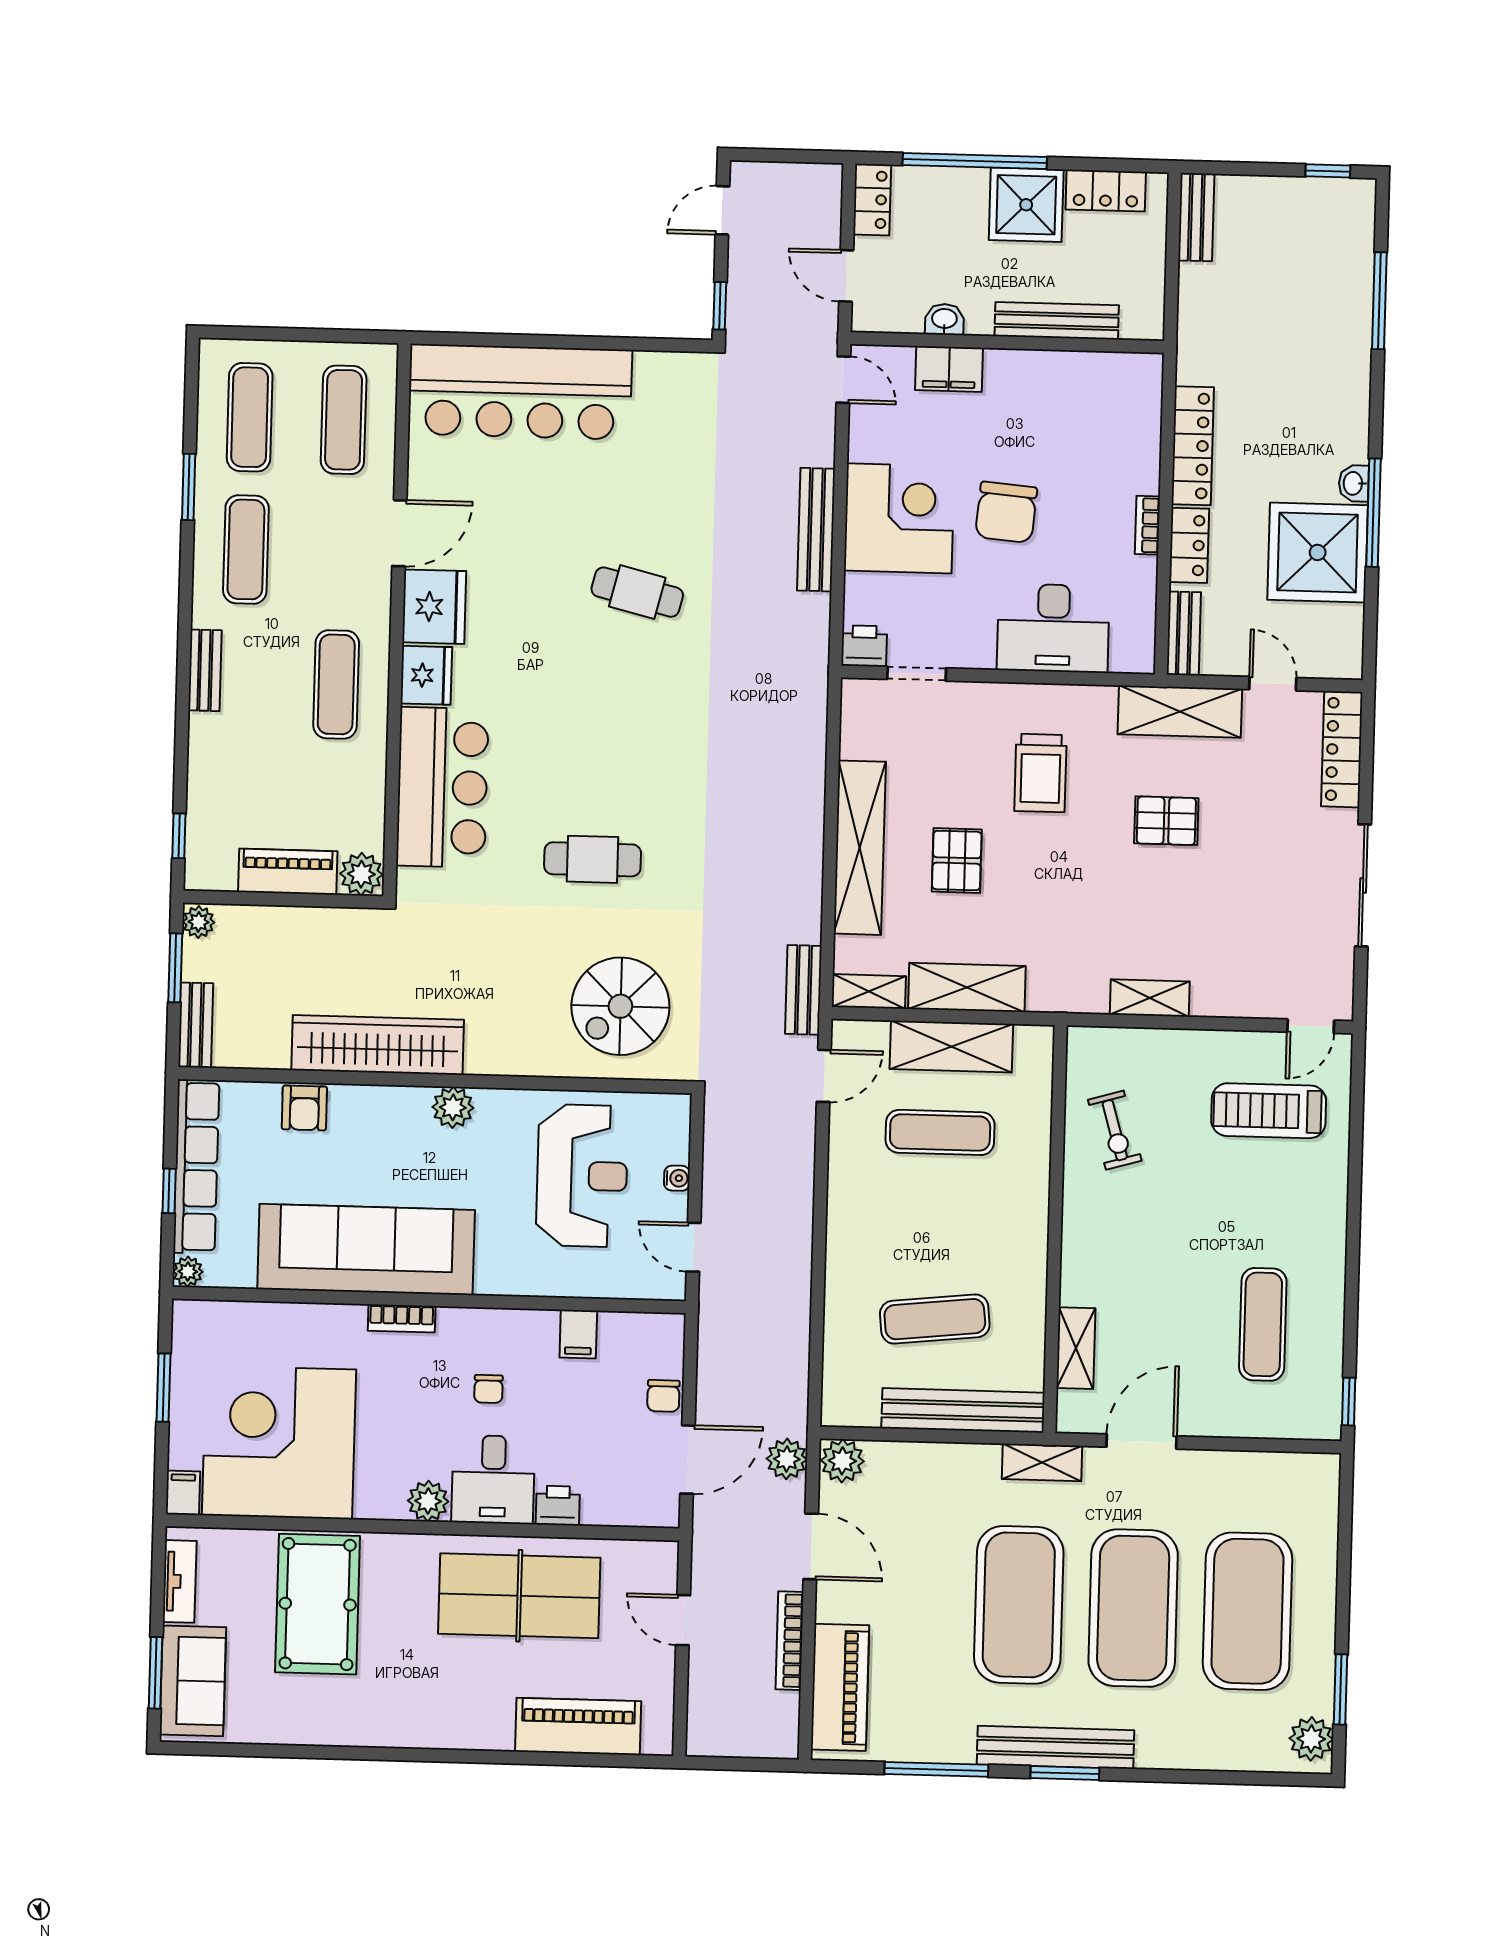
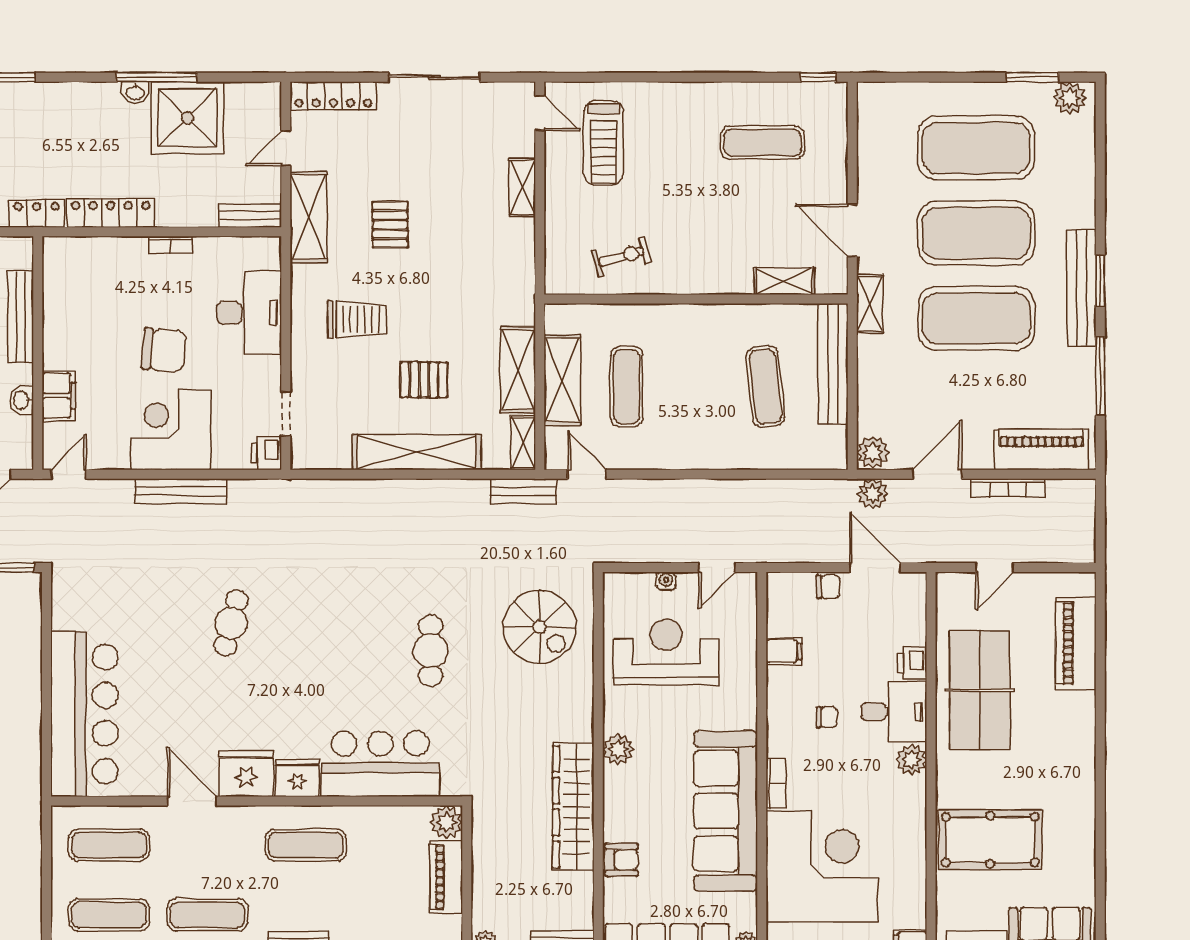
locker: (1189, 545) -> (37, 213), moved
shelving: (1150, 998) -> (522, 187), moved
corner desk: (279, 1442) -> (822, 866), moved, turned 180

